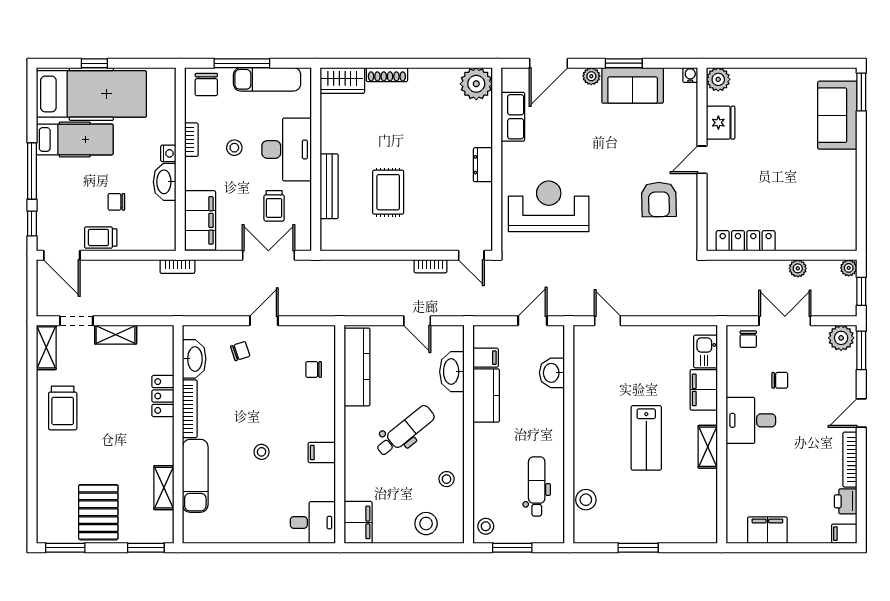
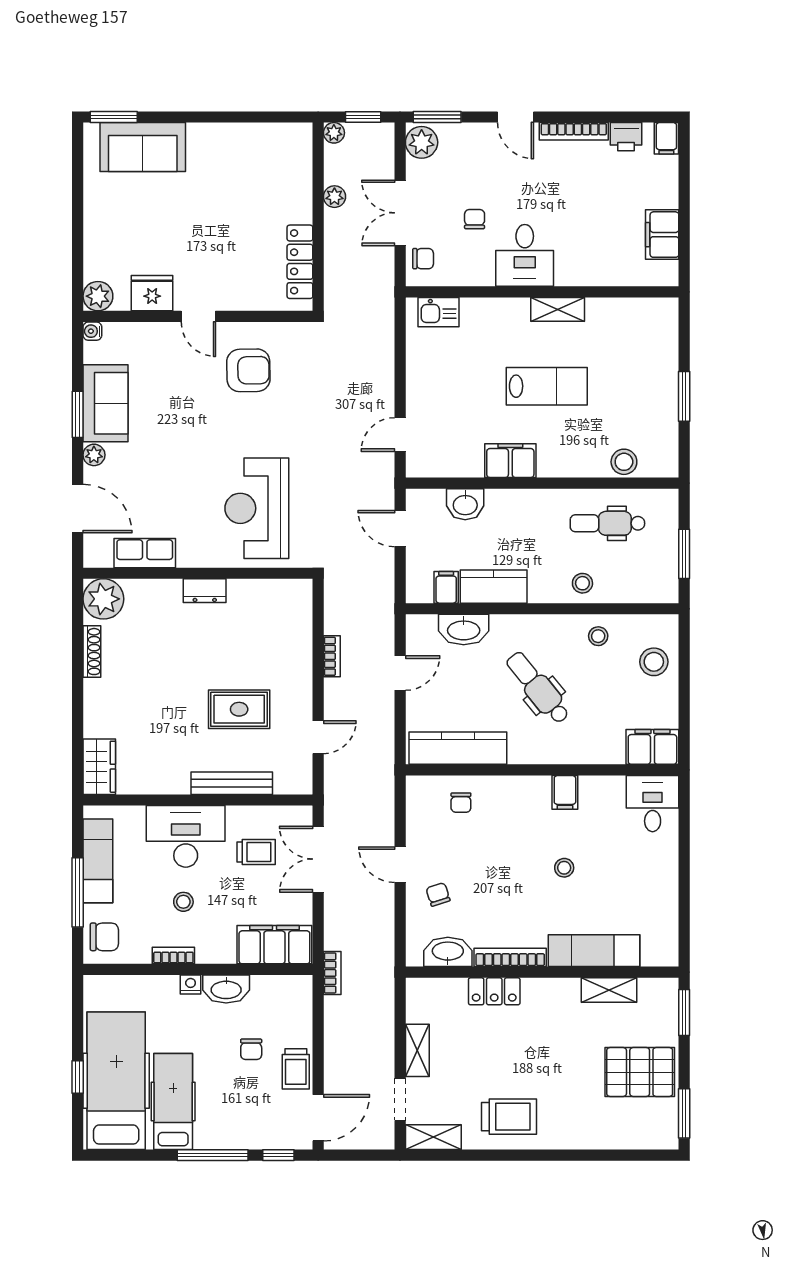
shoe rack: (387, 75) -> (92, 652), moved
door: (471, 255) -> (318, 737), moved
filing cabinet: (704, 390) -> (510, 461), moved, turned 180
stool: (486, 526) -> (582, 583), moved

